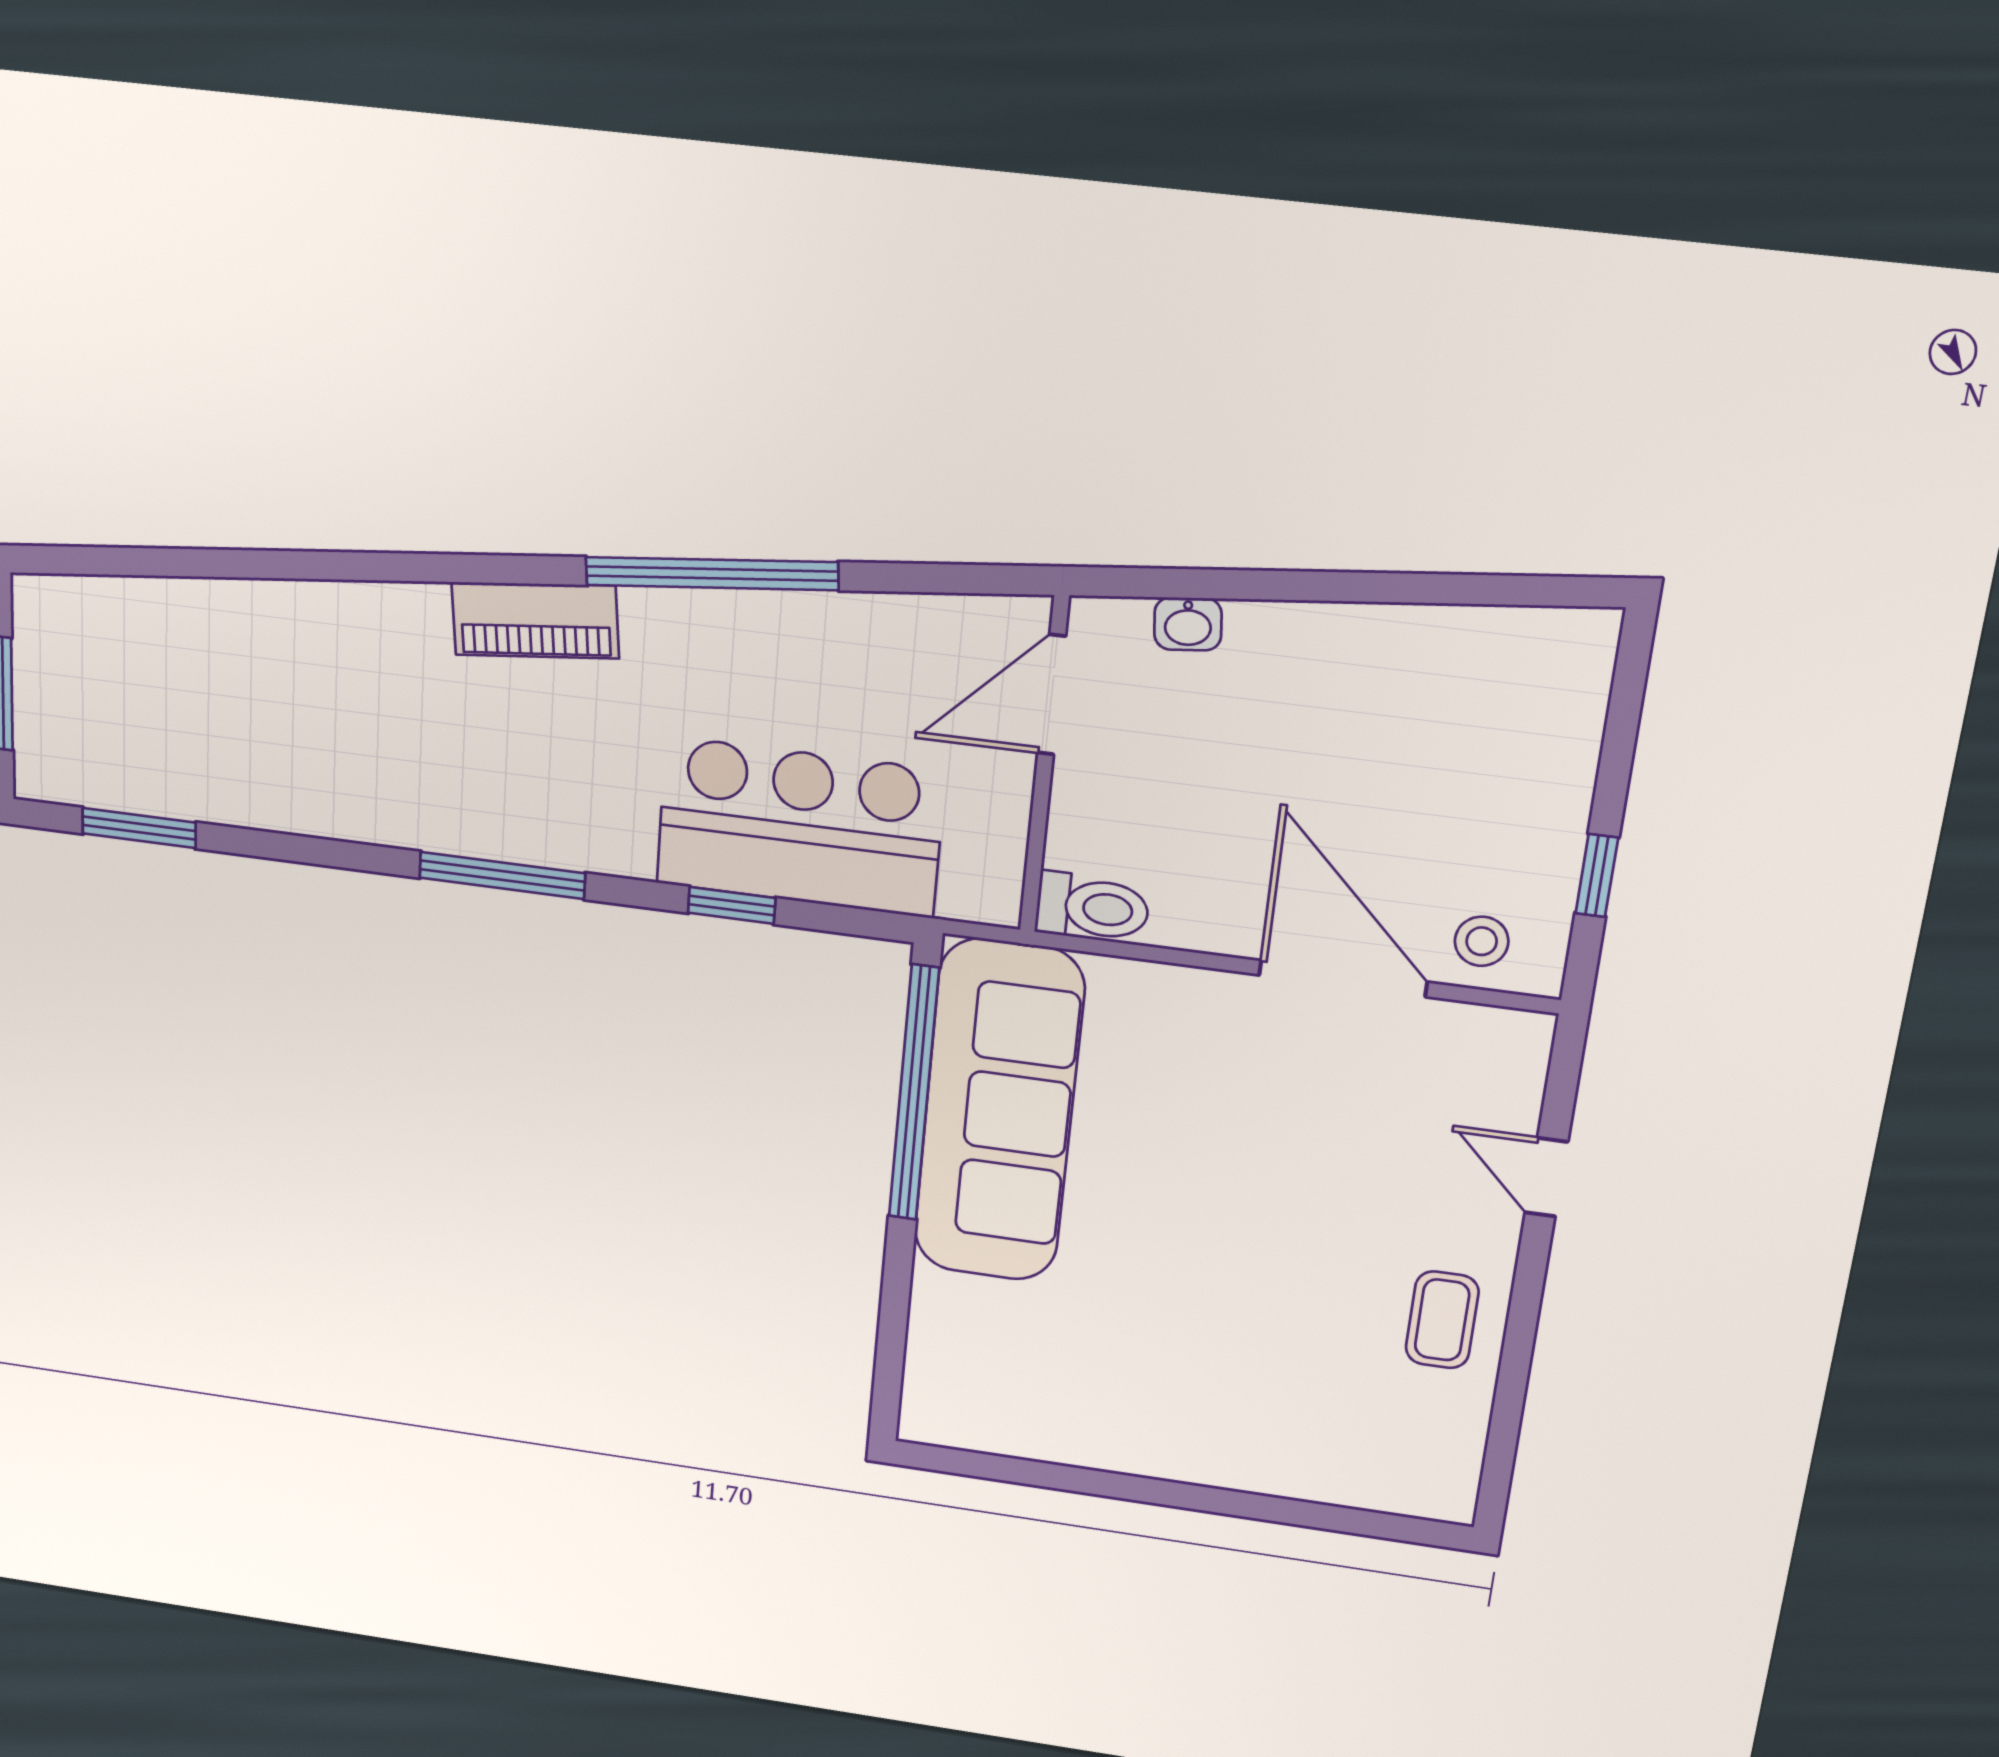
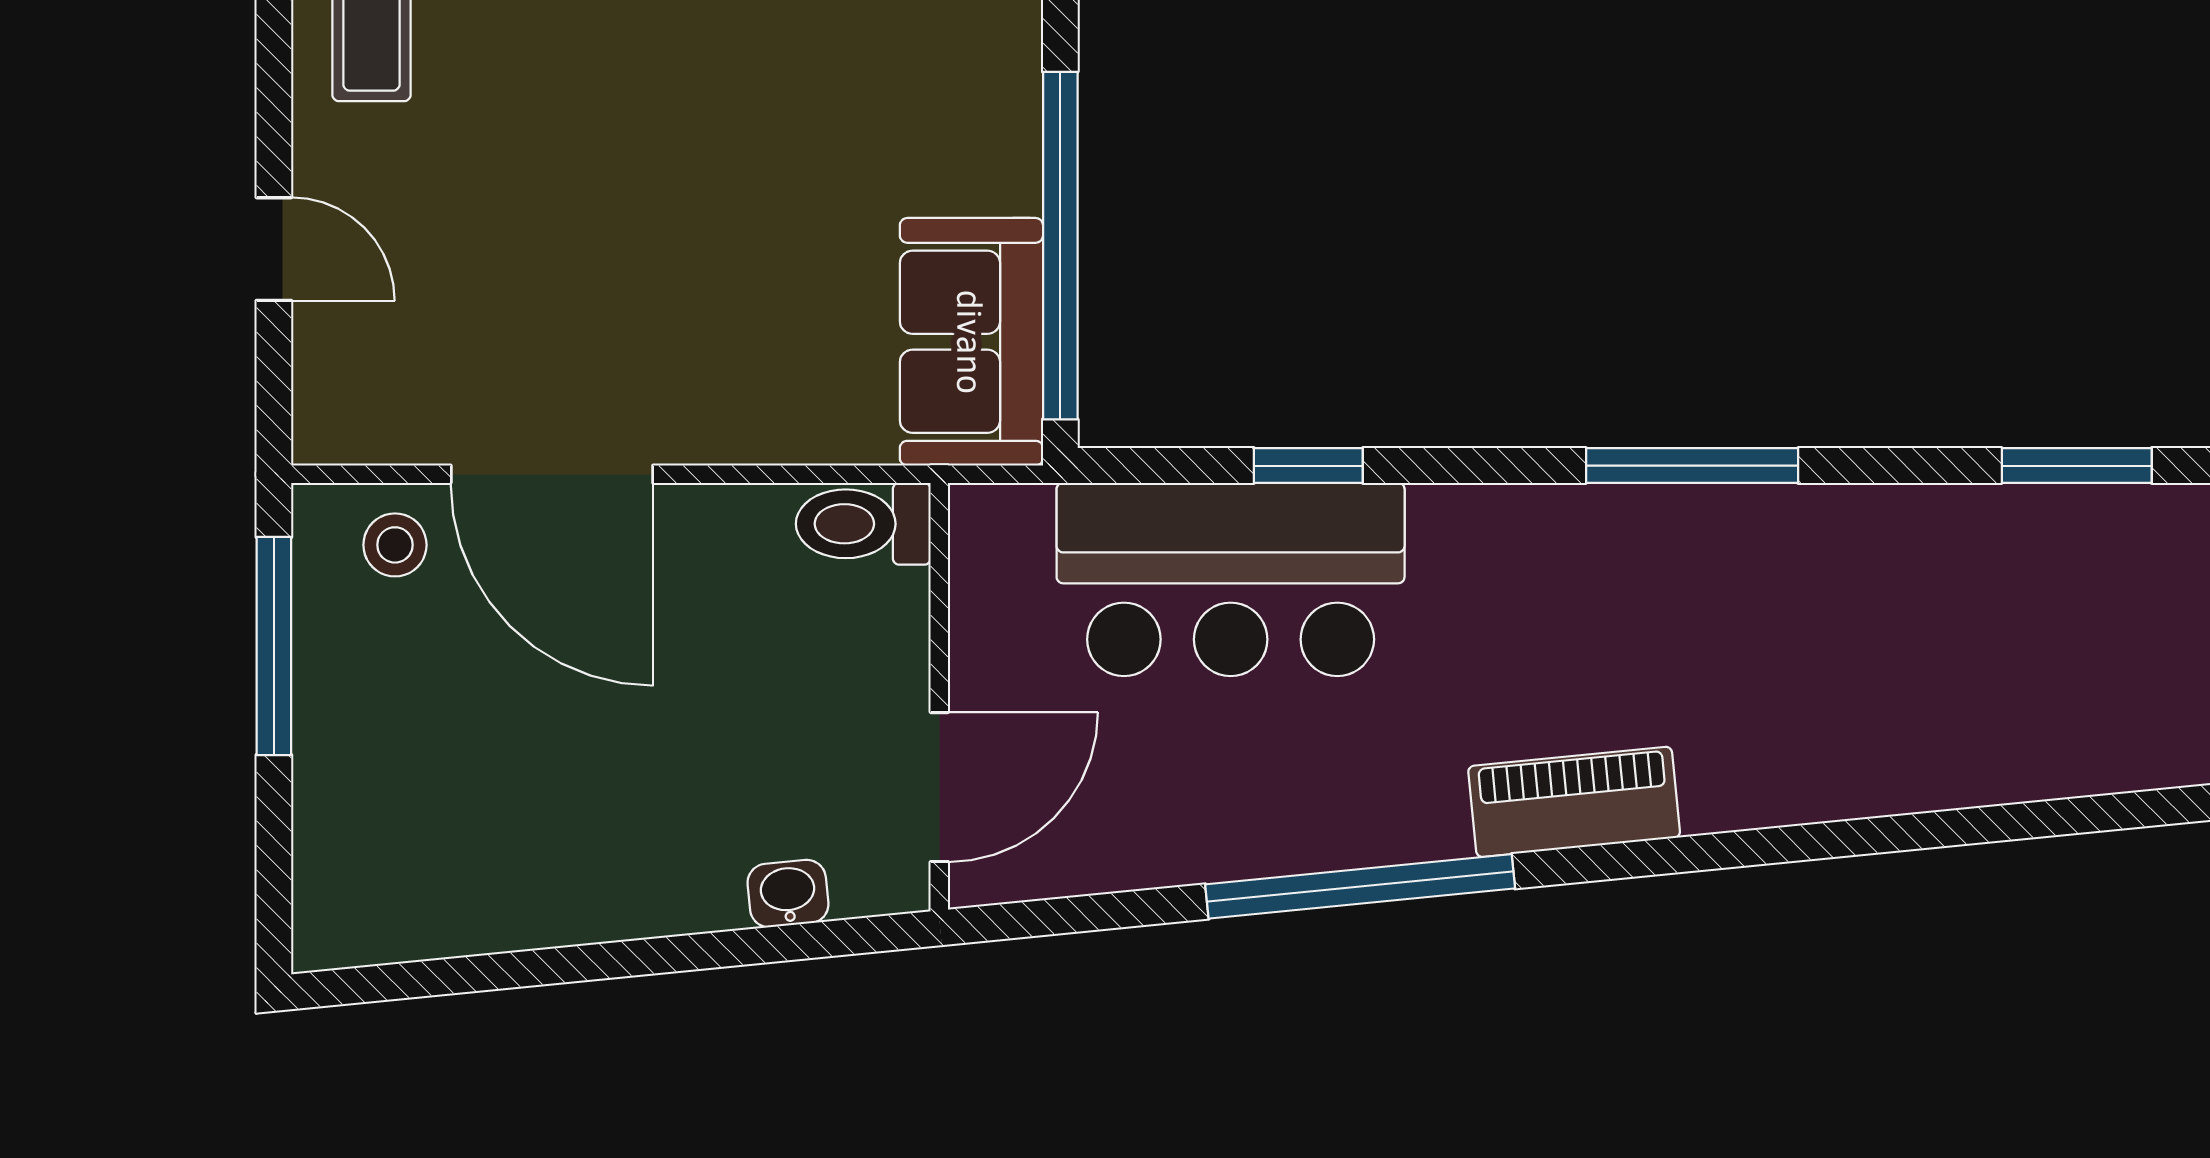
window: (502, 875) -> (1692, 466), moved
window: (1597, 875) -> (274, 646), width x2.17
sofa: (998, 1112) -> (971, 342), width x0.54, depth x0.79

